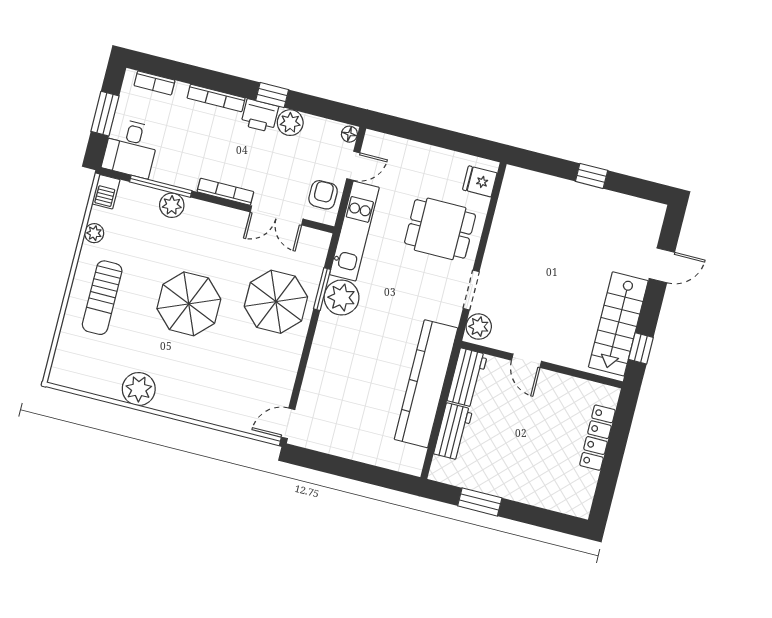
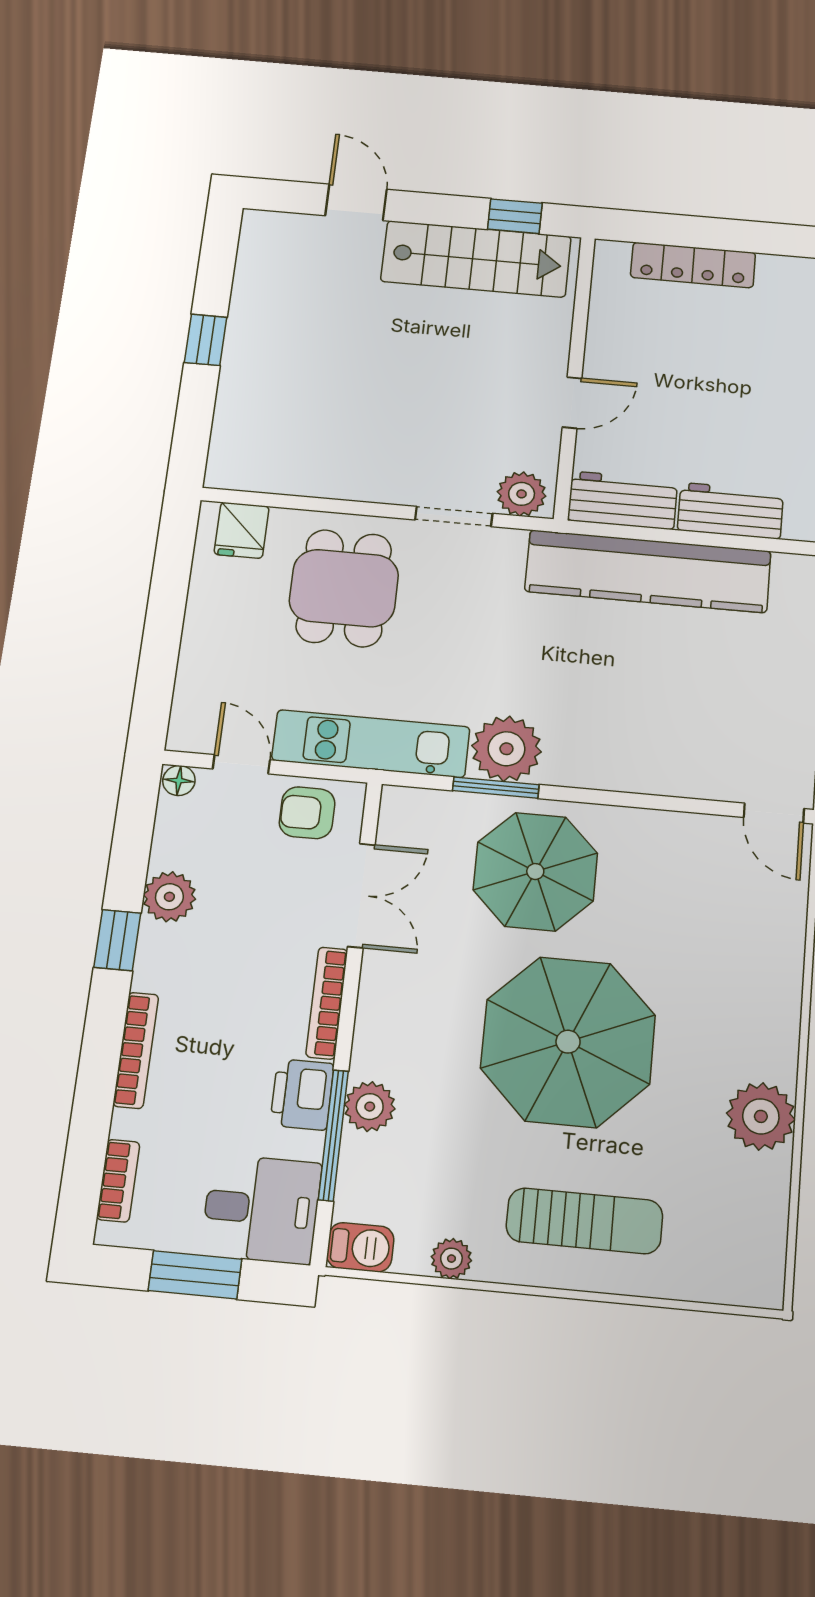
printer: (260, 116) -> (302, 1094), moved, turned 180
parasol: (189, 304) -> (568, 1042), width x1.36, depth x1.36

